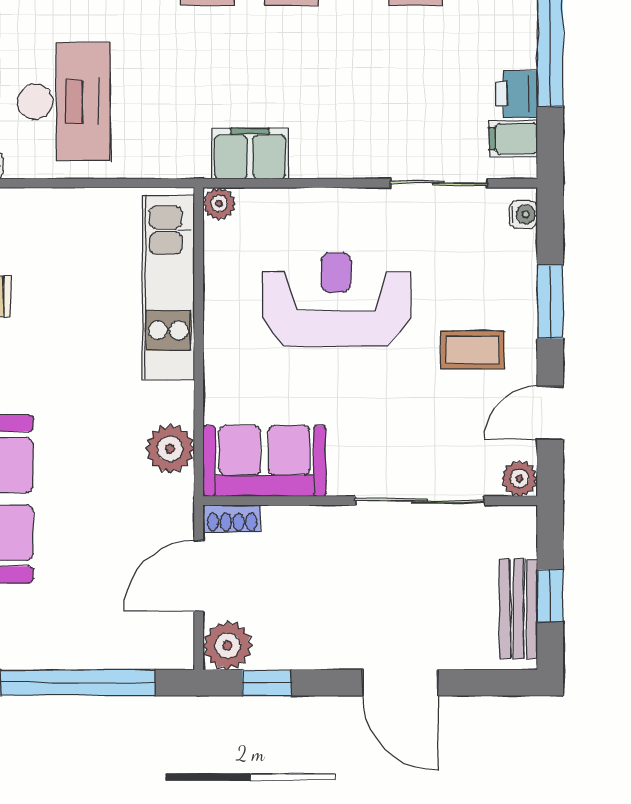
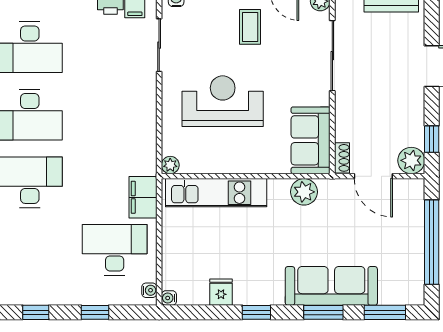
filing cabinet: (250, 153) -> (143, 197), moved
reception desk: (336, 300) -> (223, 101), turned 90

